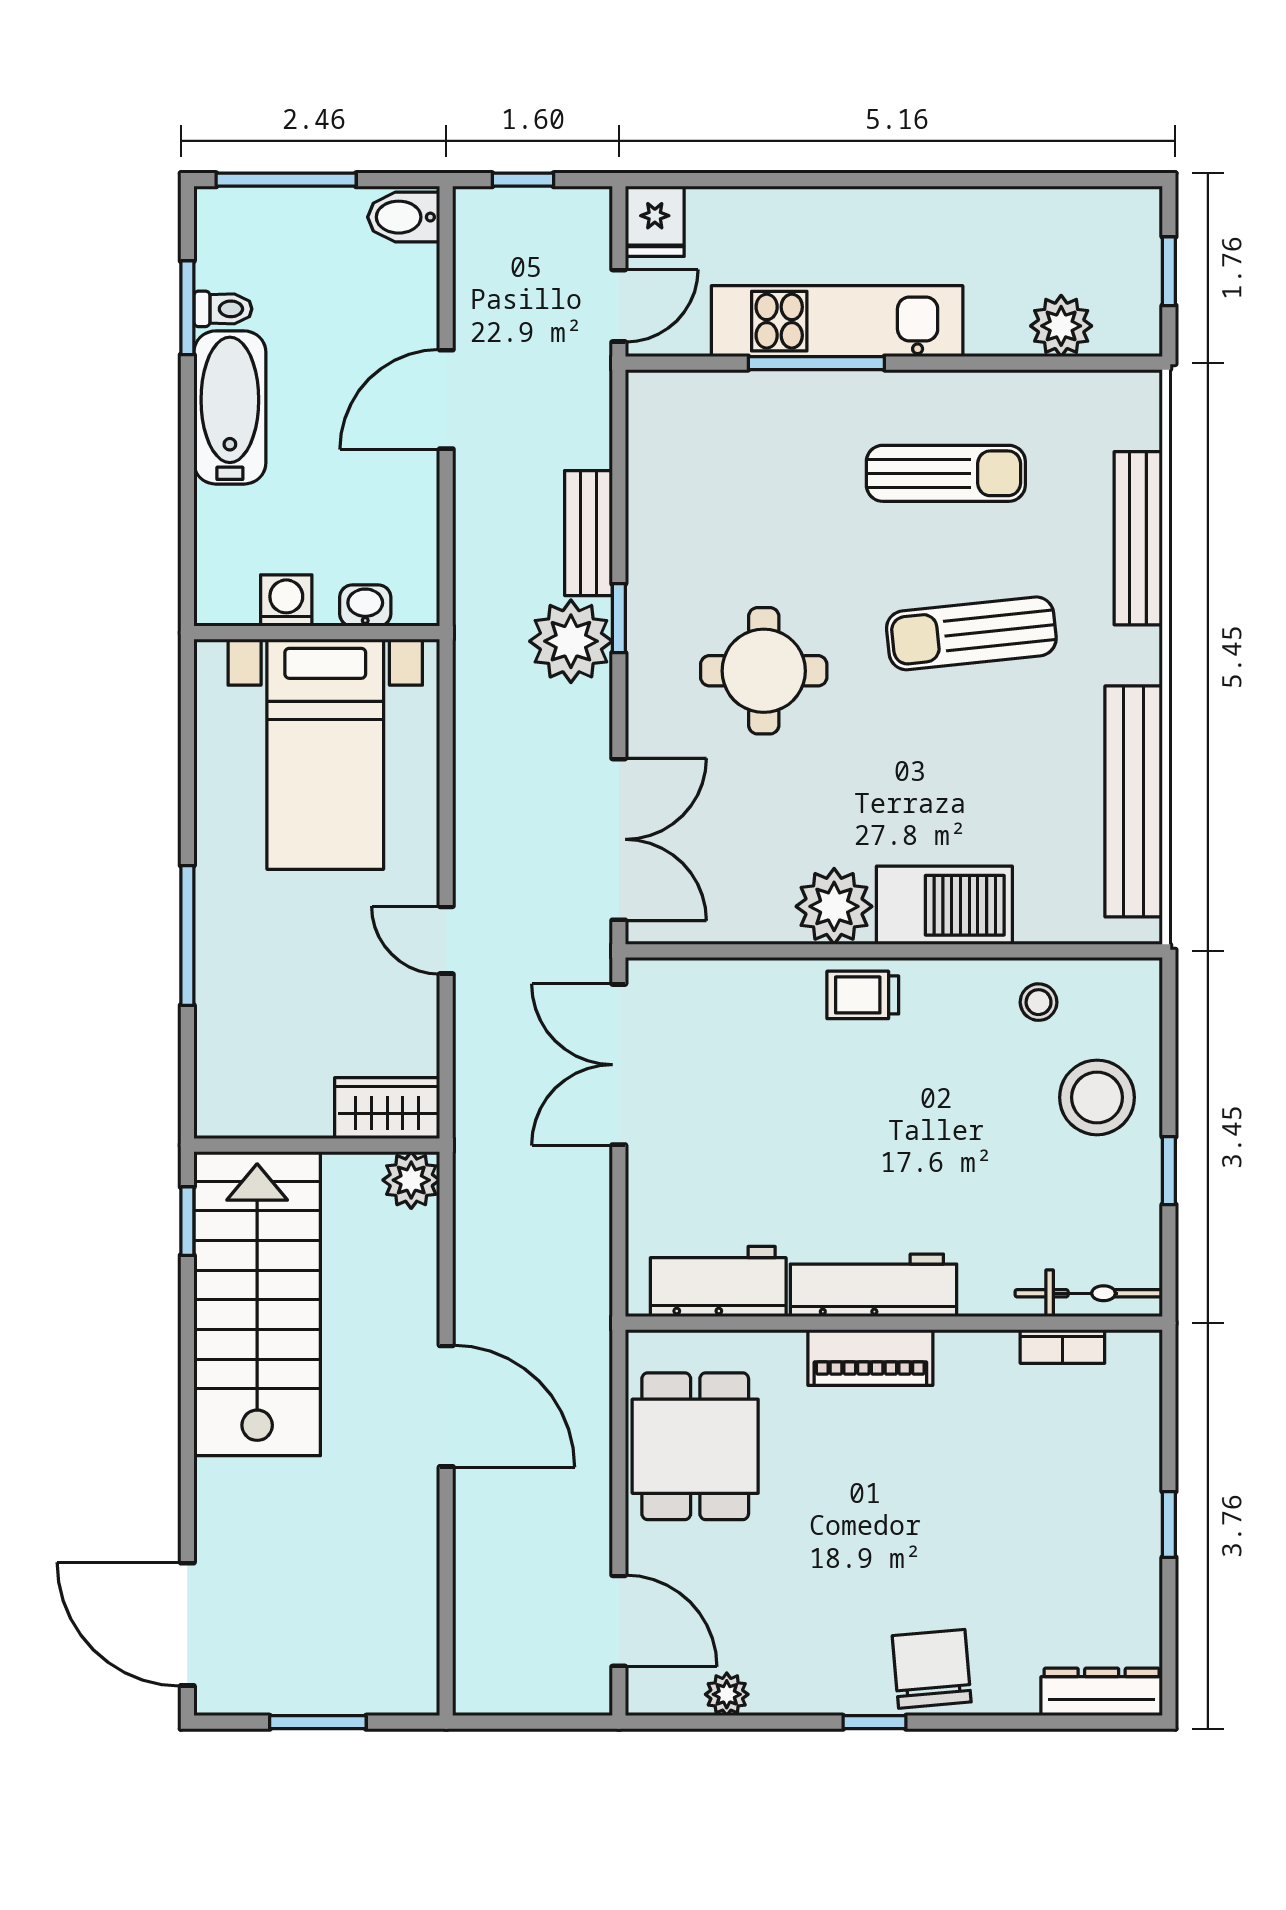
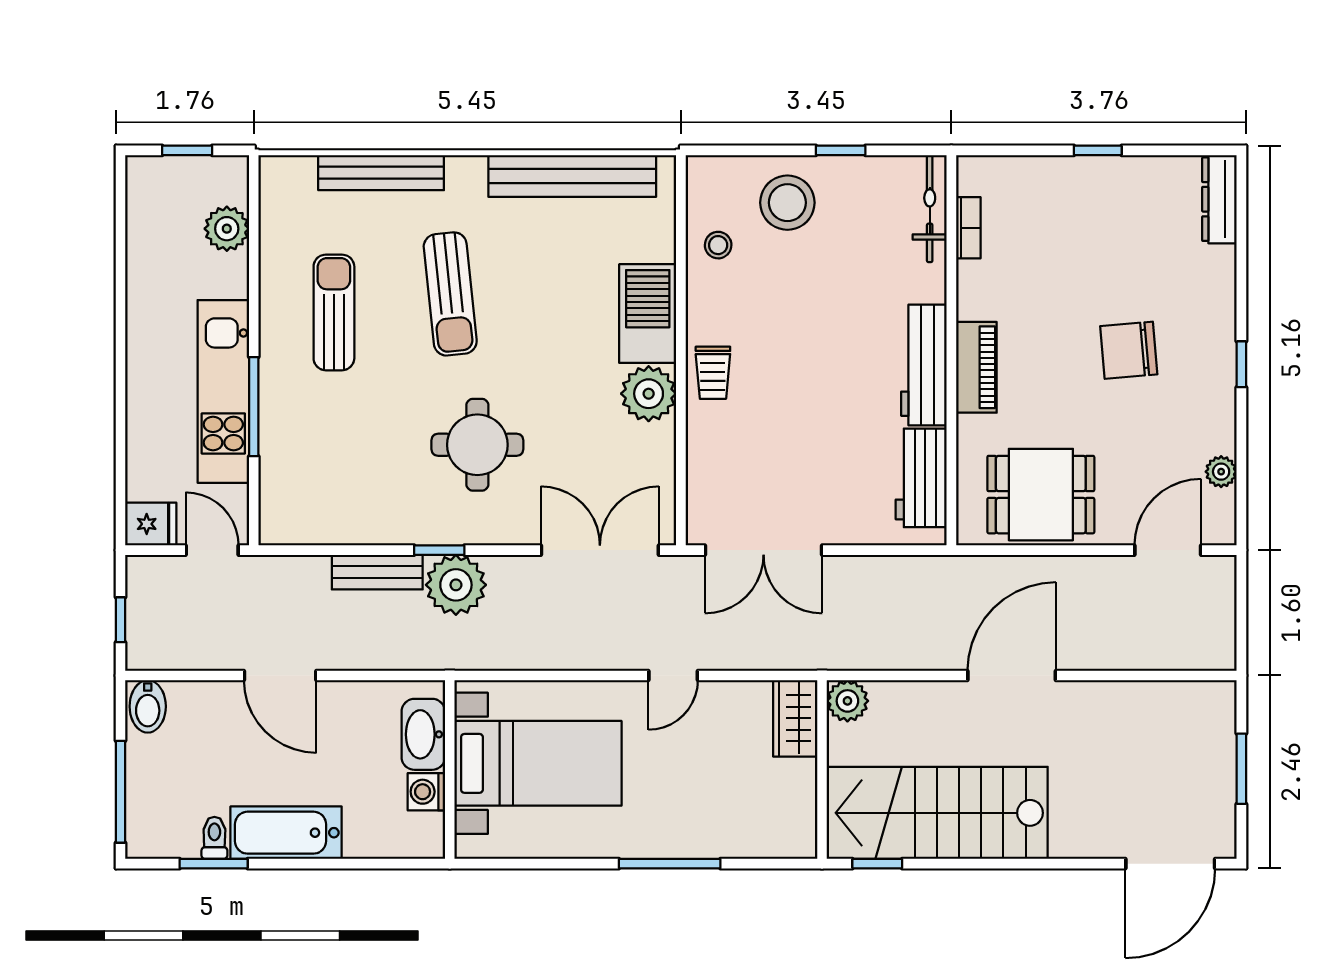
washbasin: (365, 606) -> (423, 734), width x1.91, depth x1.45
chair: (932, 1669) -> (1129, 350), moved

